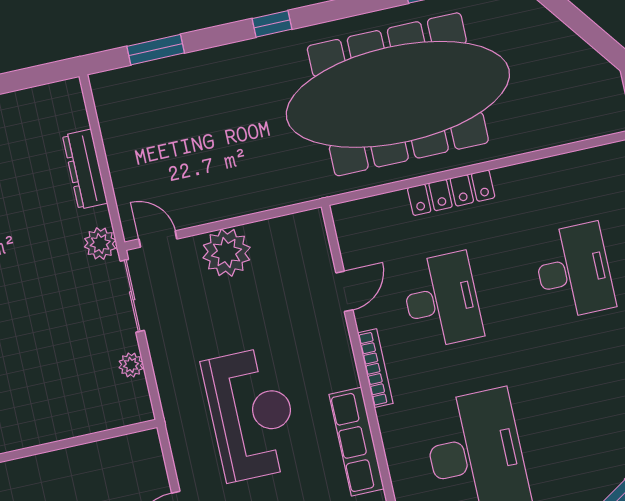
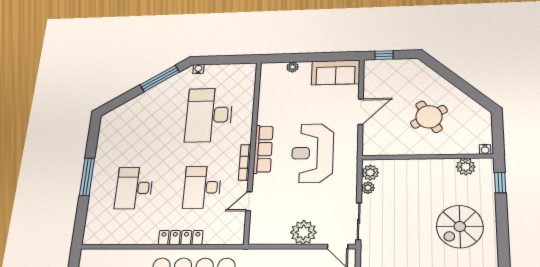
plant: (100, 243) -> (370, 173), moved
row of seats: (357, 442) -> (263, 149), moved

